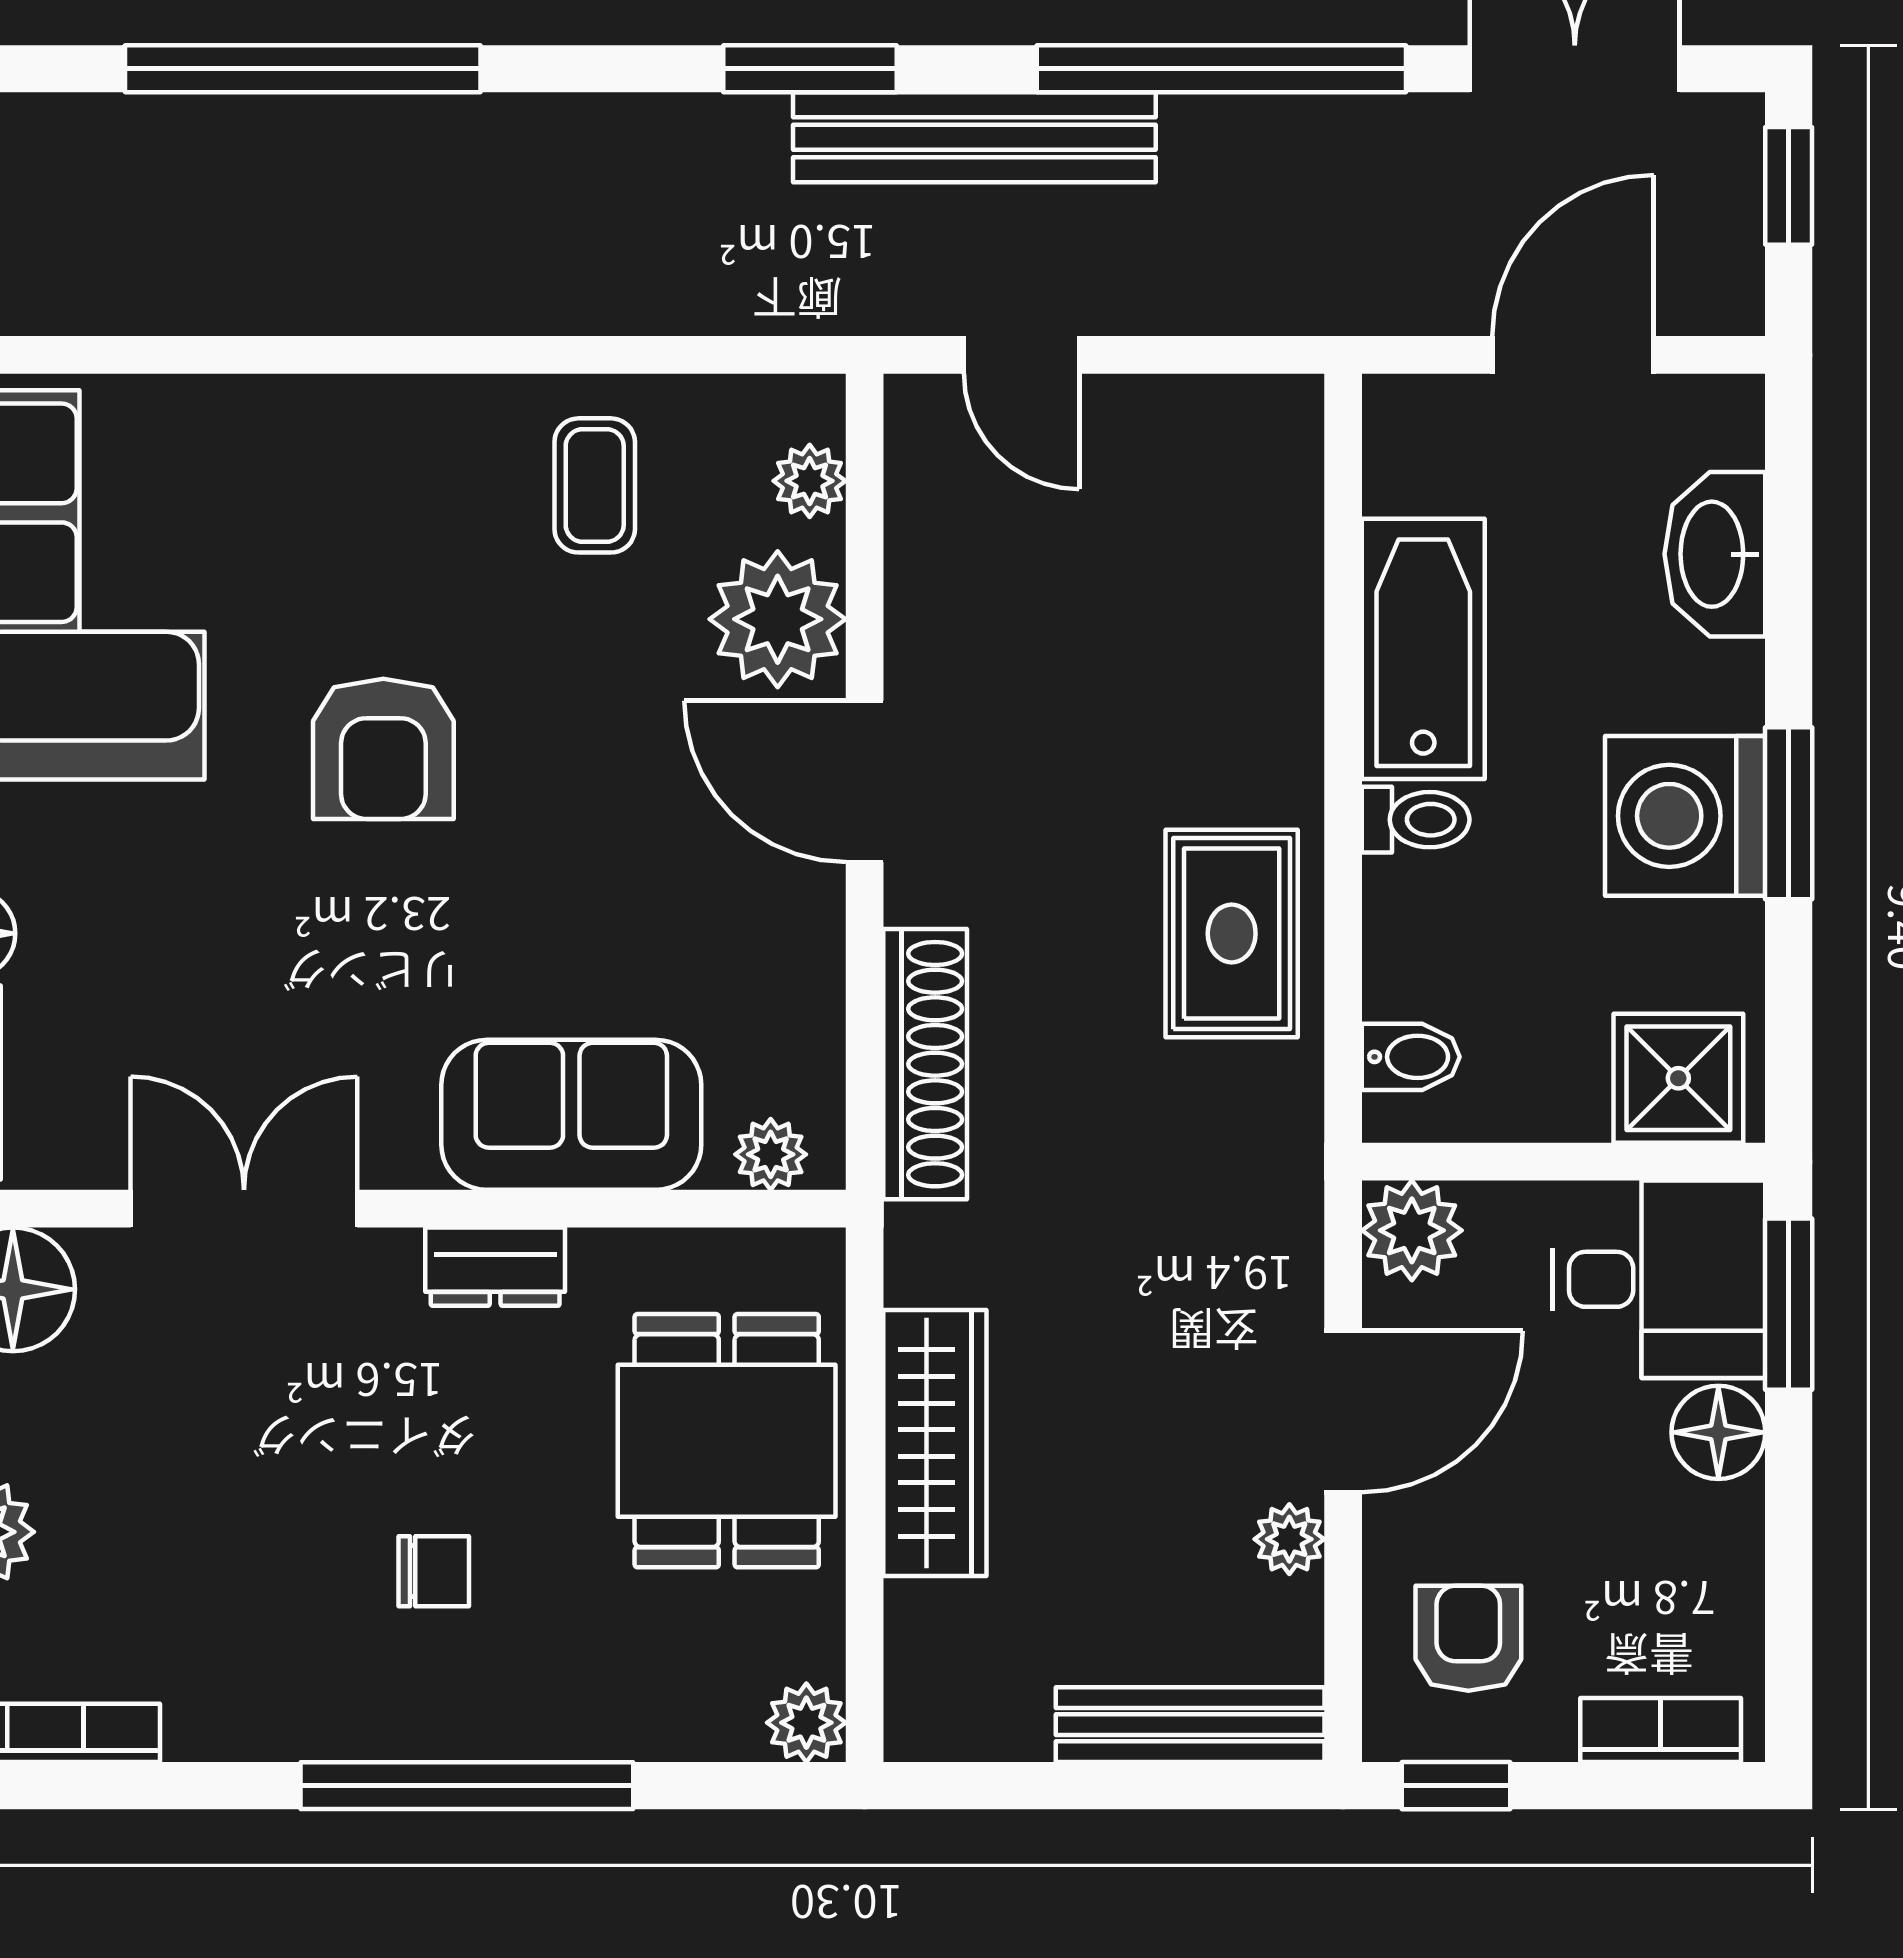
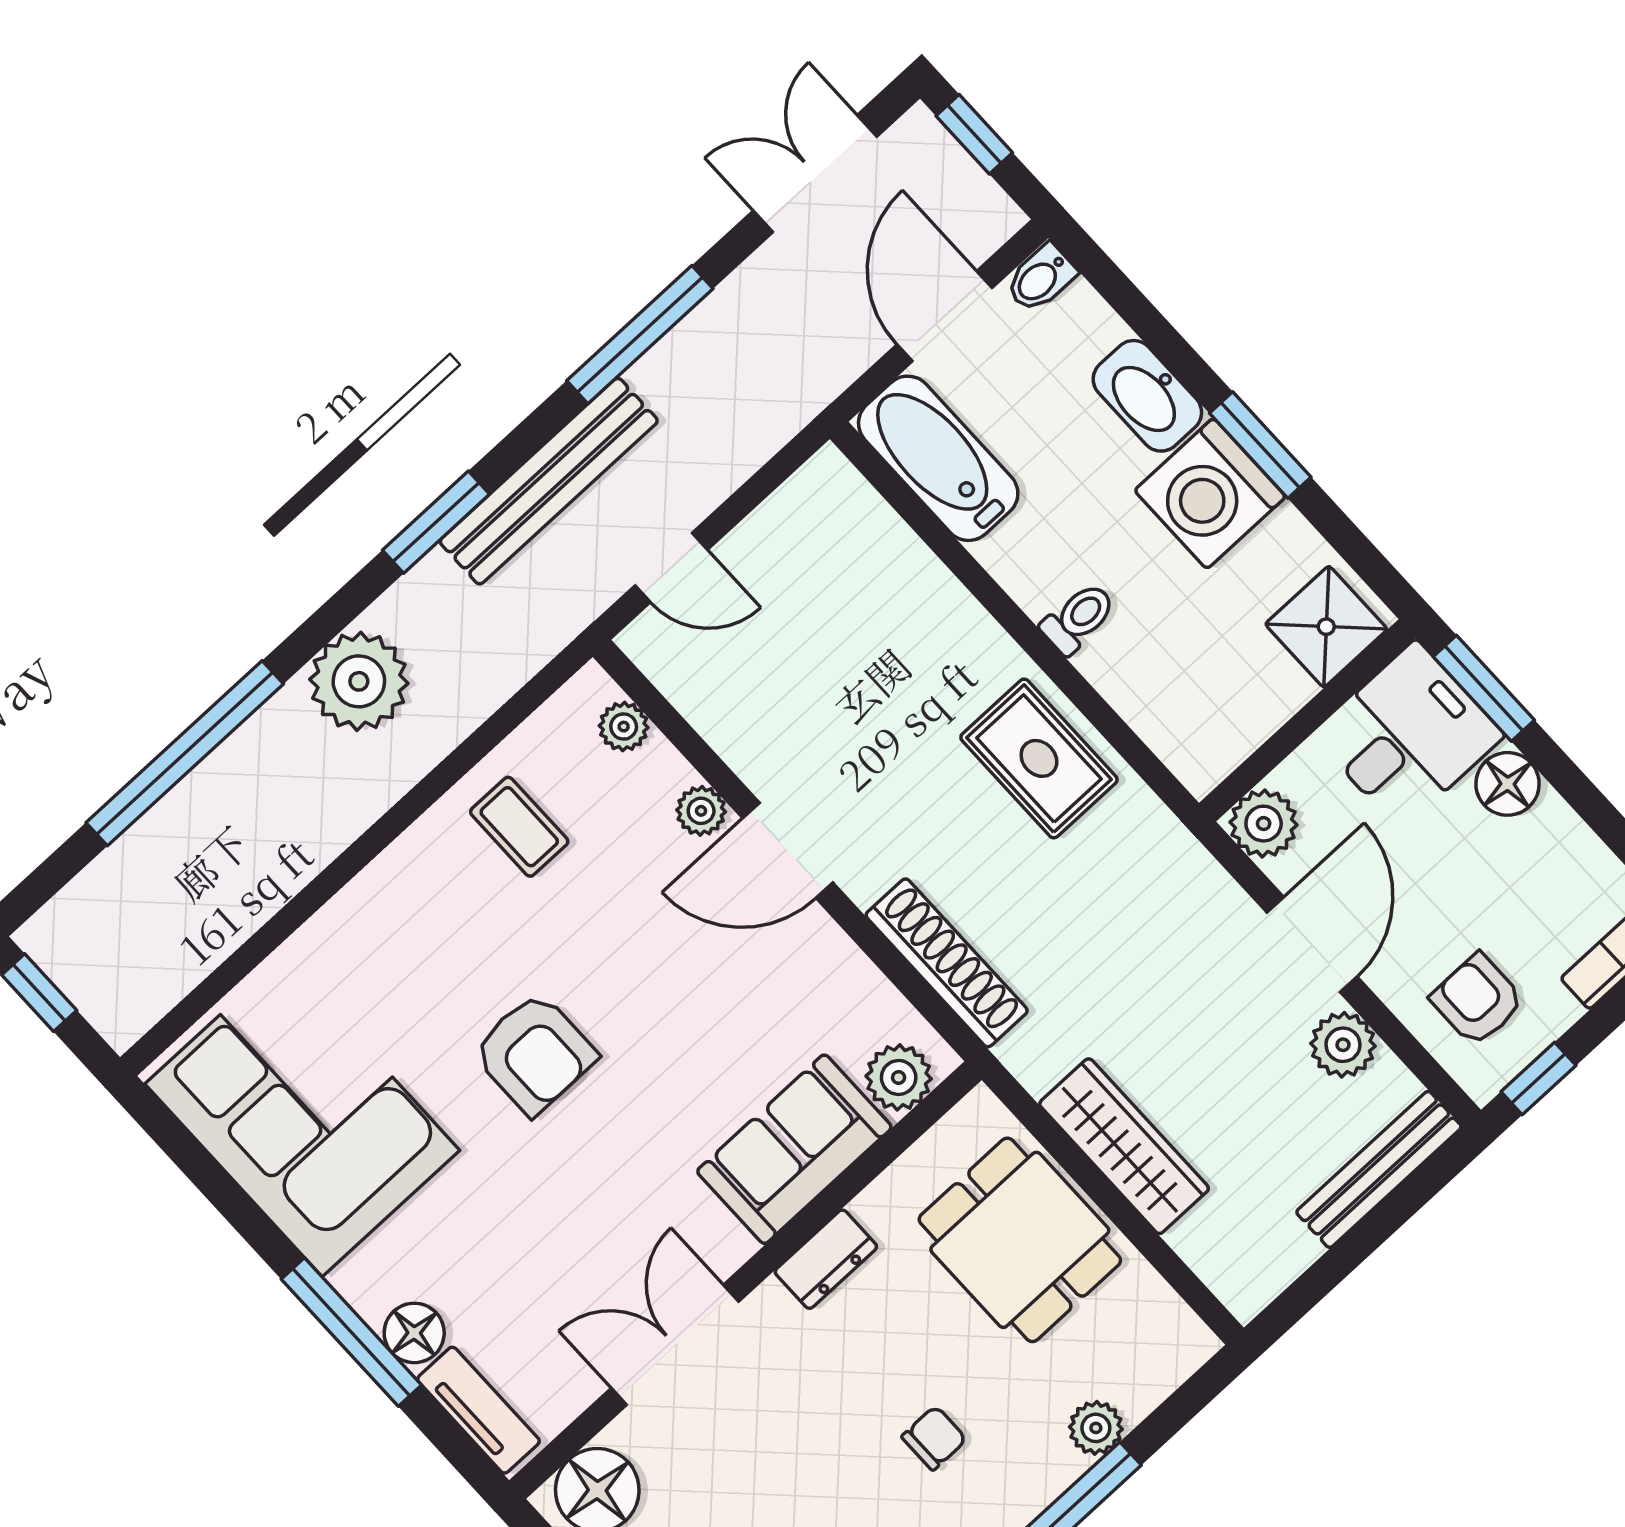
window: (1221, 69) -> (640, 335), width x0.68
plant: (566, 165) -> (359, 681), added
washbasin: (1715, 554) -> (1147, 396), moved
plant: (778, 619) -> (701, 811), width x0.53, depth x0.53
bathtub: (1423, 649) -> (938, 458), moved
bidet: (1411, 1057) -> (1041, 278), moved, turned 180
plant: (771, 1154) -> (899, 1077), width x1.38, depth x1.38
plant: (1289, 1539) -> (1343, 1045), width x1.38, depth x1.38
plant: (806, 1723) -> (1096, 1428), moved

